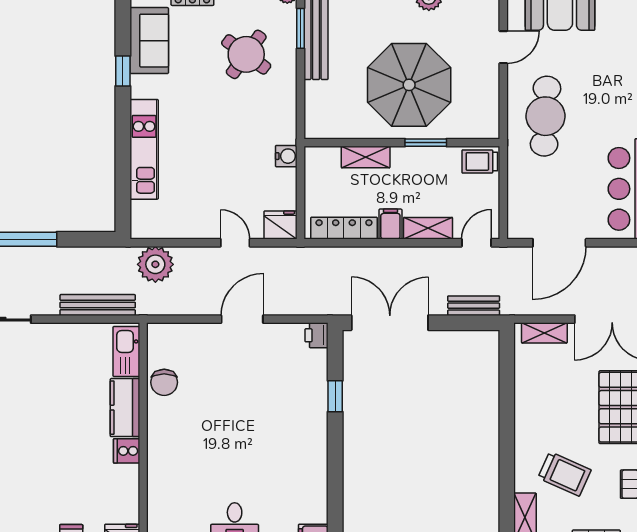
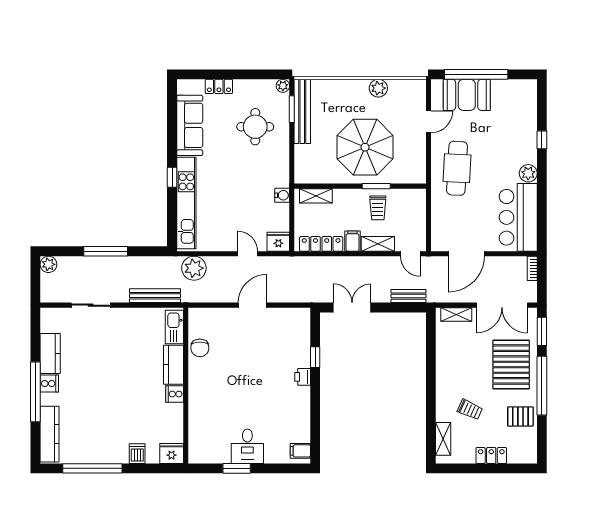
sofa: (149, 41) -> (190, 125), width x1.36
round table: (246, 54) -> (255, 127), turned -36
window: (123, 71) -> (172, 177), moved
kitchen unit: (144, 149) -> (186, 203), width x1.36
shelving: (366, 157) -> (316, 196), moved
trolley: (480, 161) -> (378, 208), moved, turned -90
door: (476, 243) -> (410, 254), swing flipped
double door: (390, 323) -> (352, 308), width x0.73
printer: (316, 335) -> (303, 377), moved
trolley: (565, 474) -> (470, 410), width x0.73, depth x0.72

